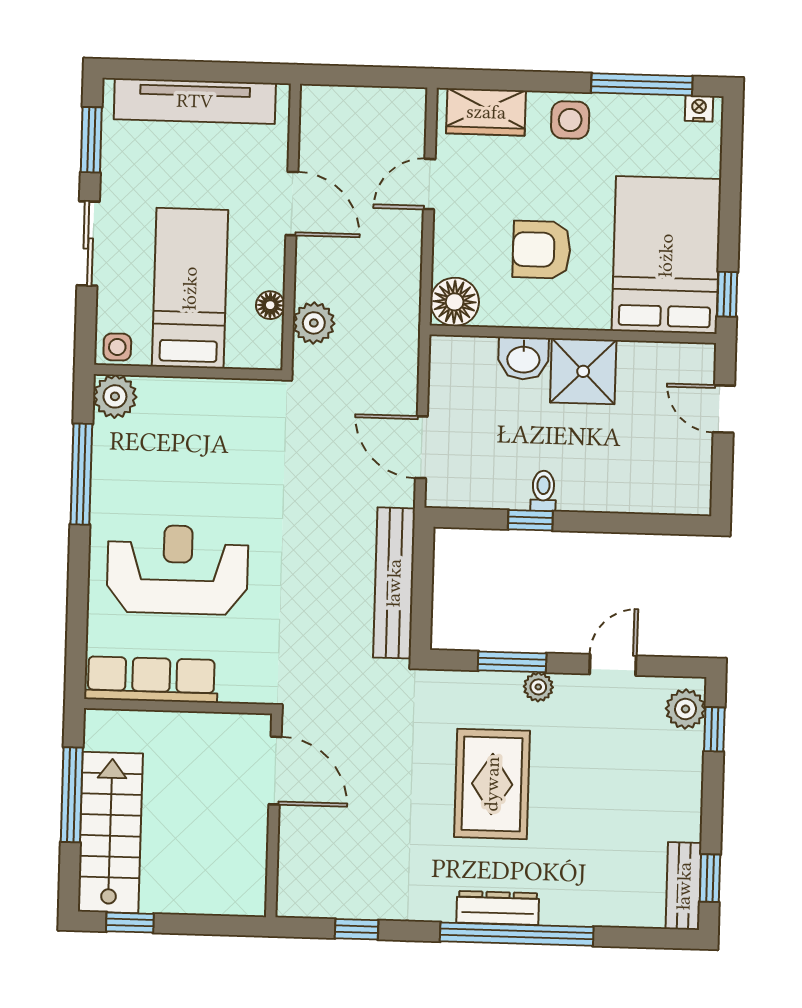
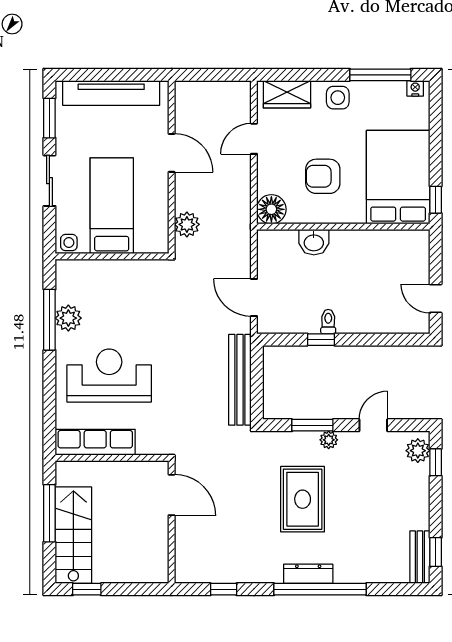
floor lamp: (270, 305) -> (160, 215), removed
shower: (583, 371) -> (350, 249), removed
plant: (115, 396) -> (68, 318), moved
door: (724, 409) -> (436, 299), moved

